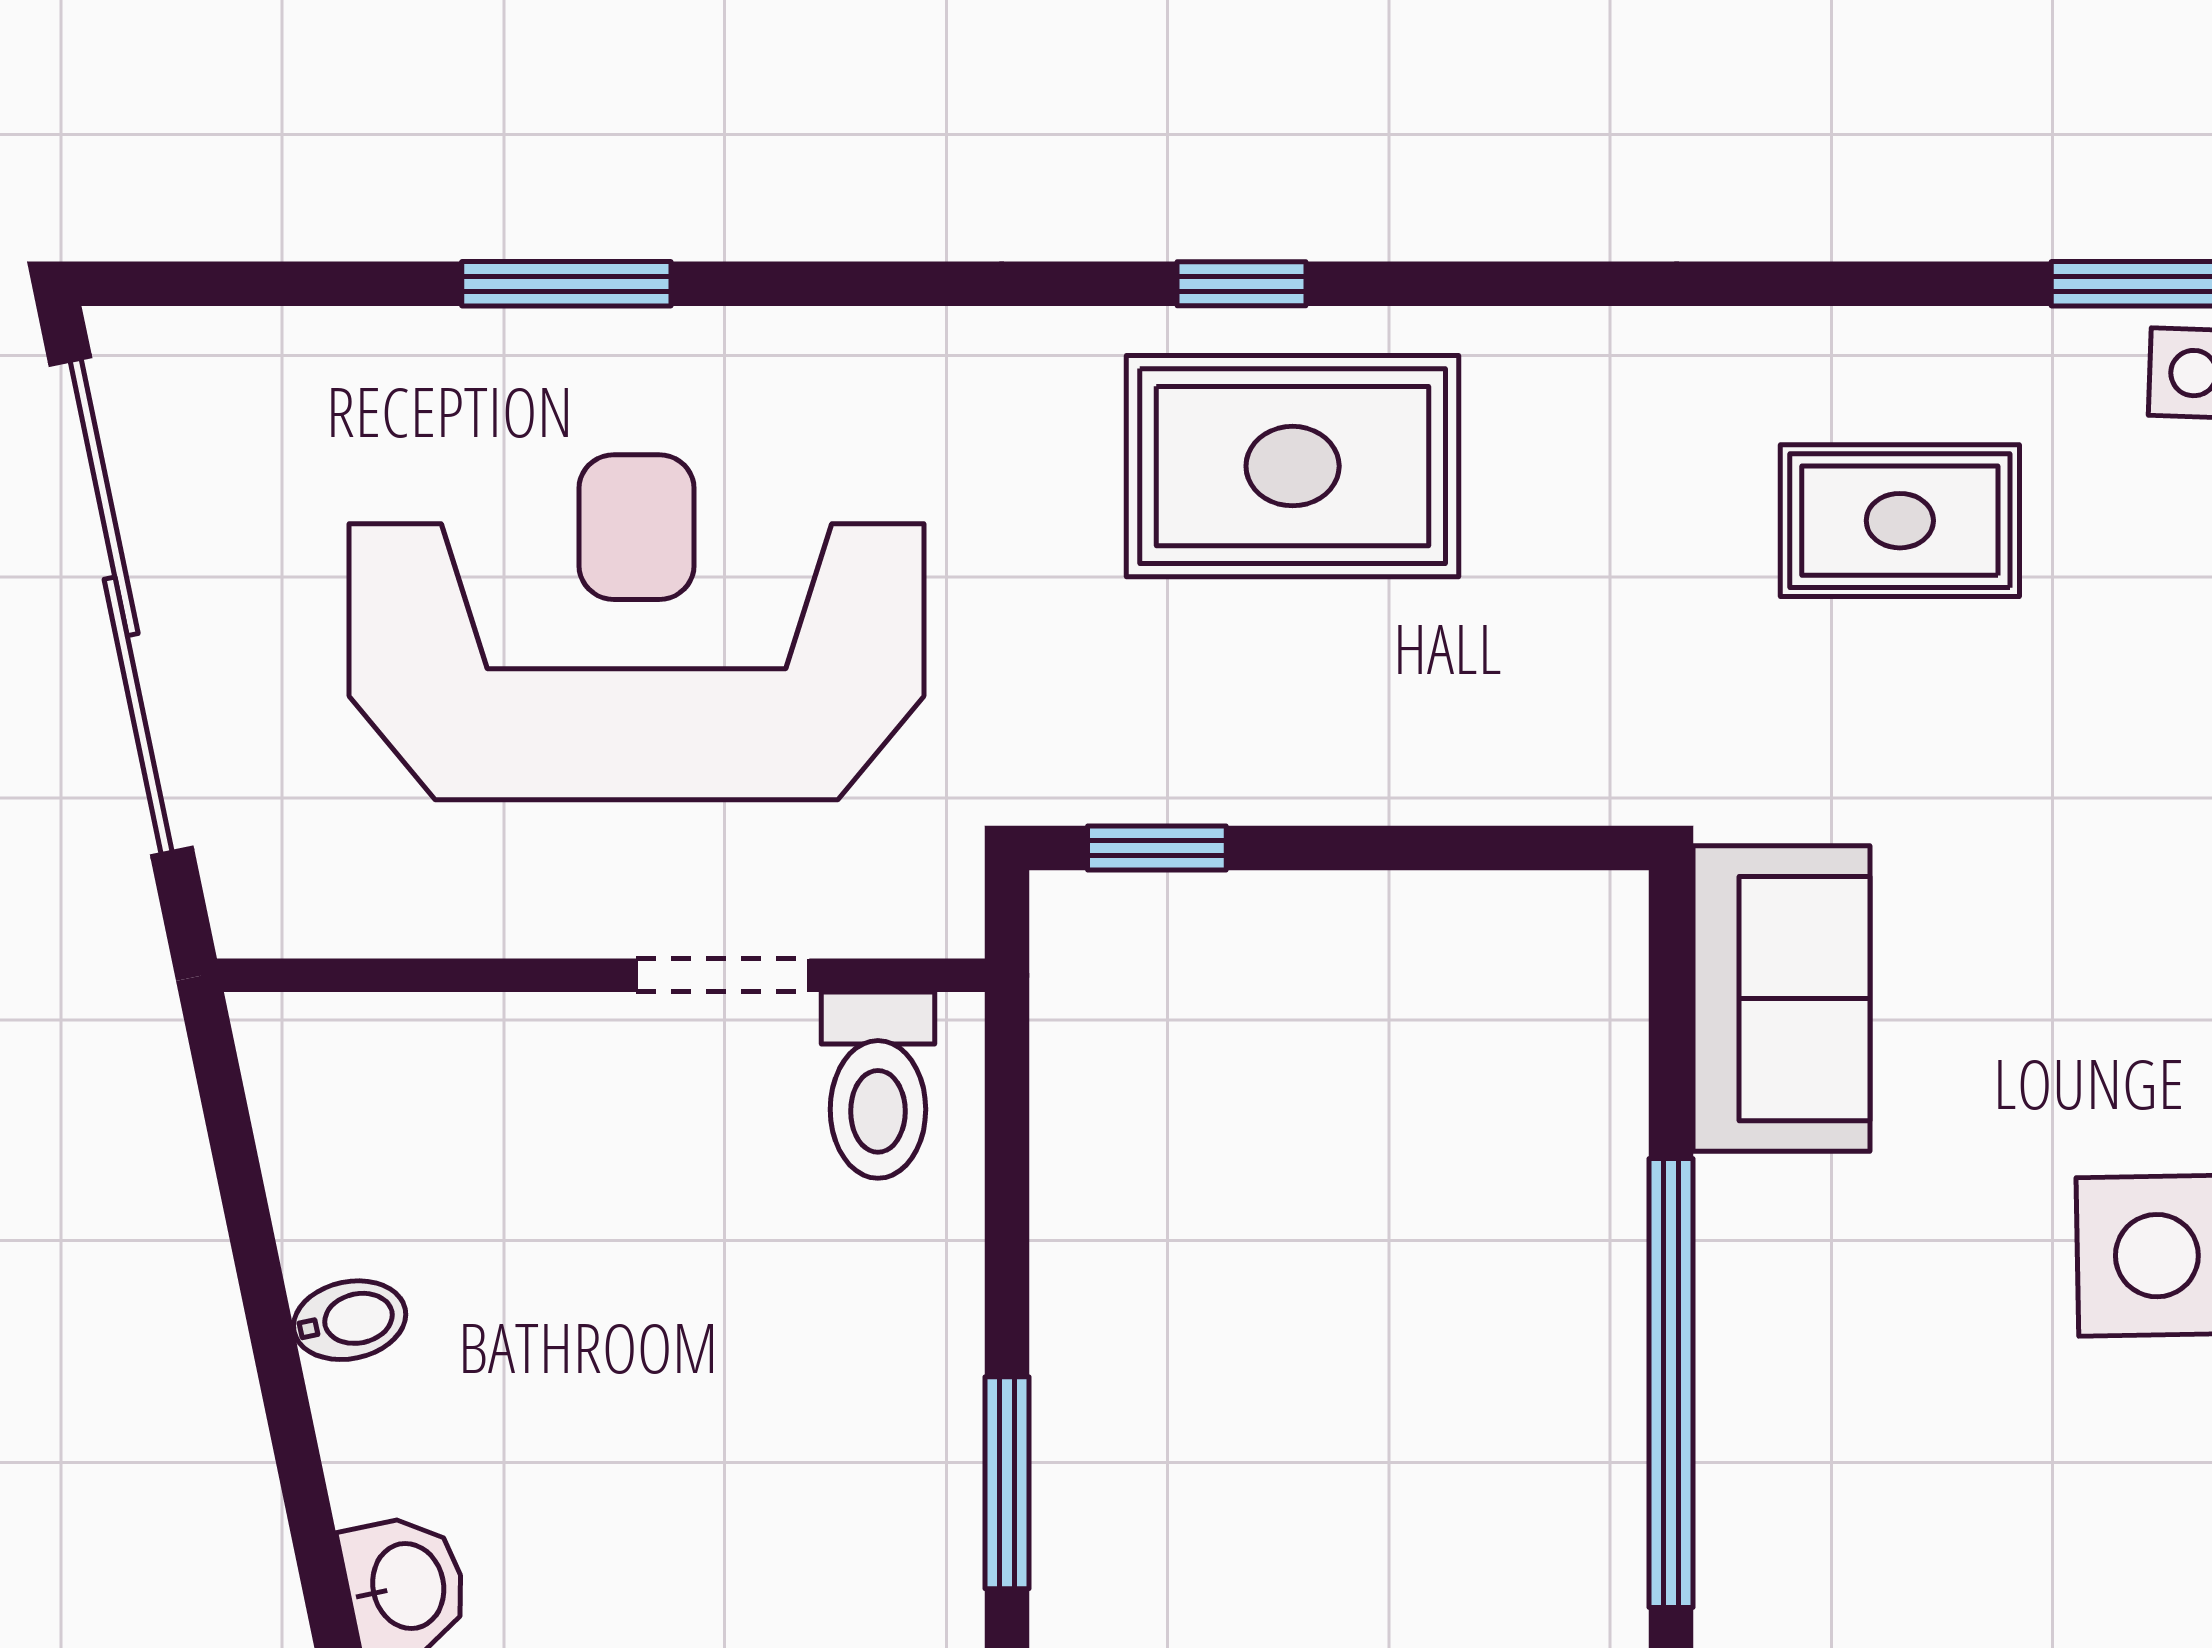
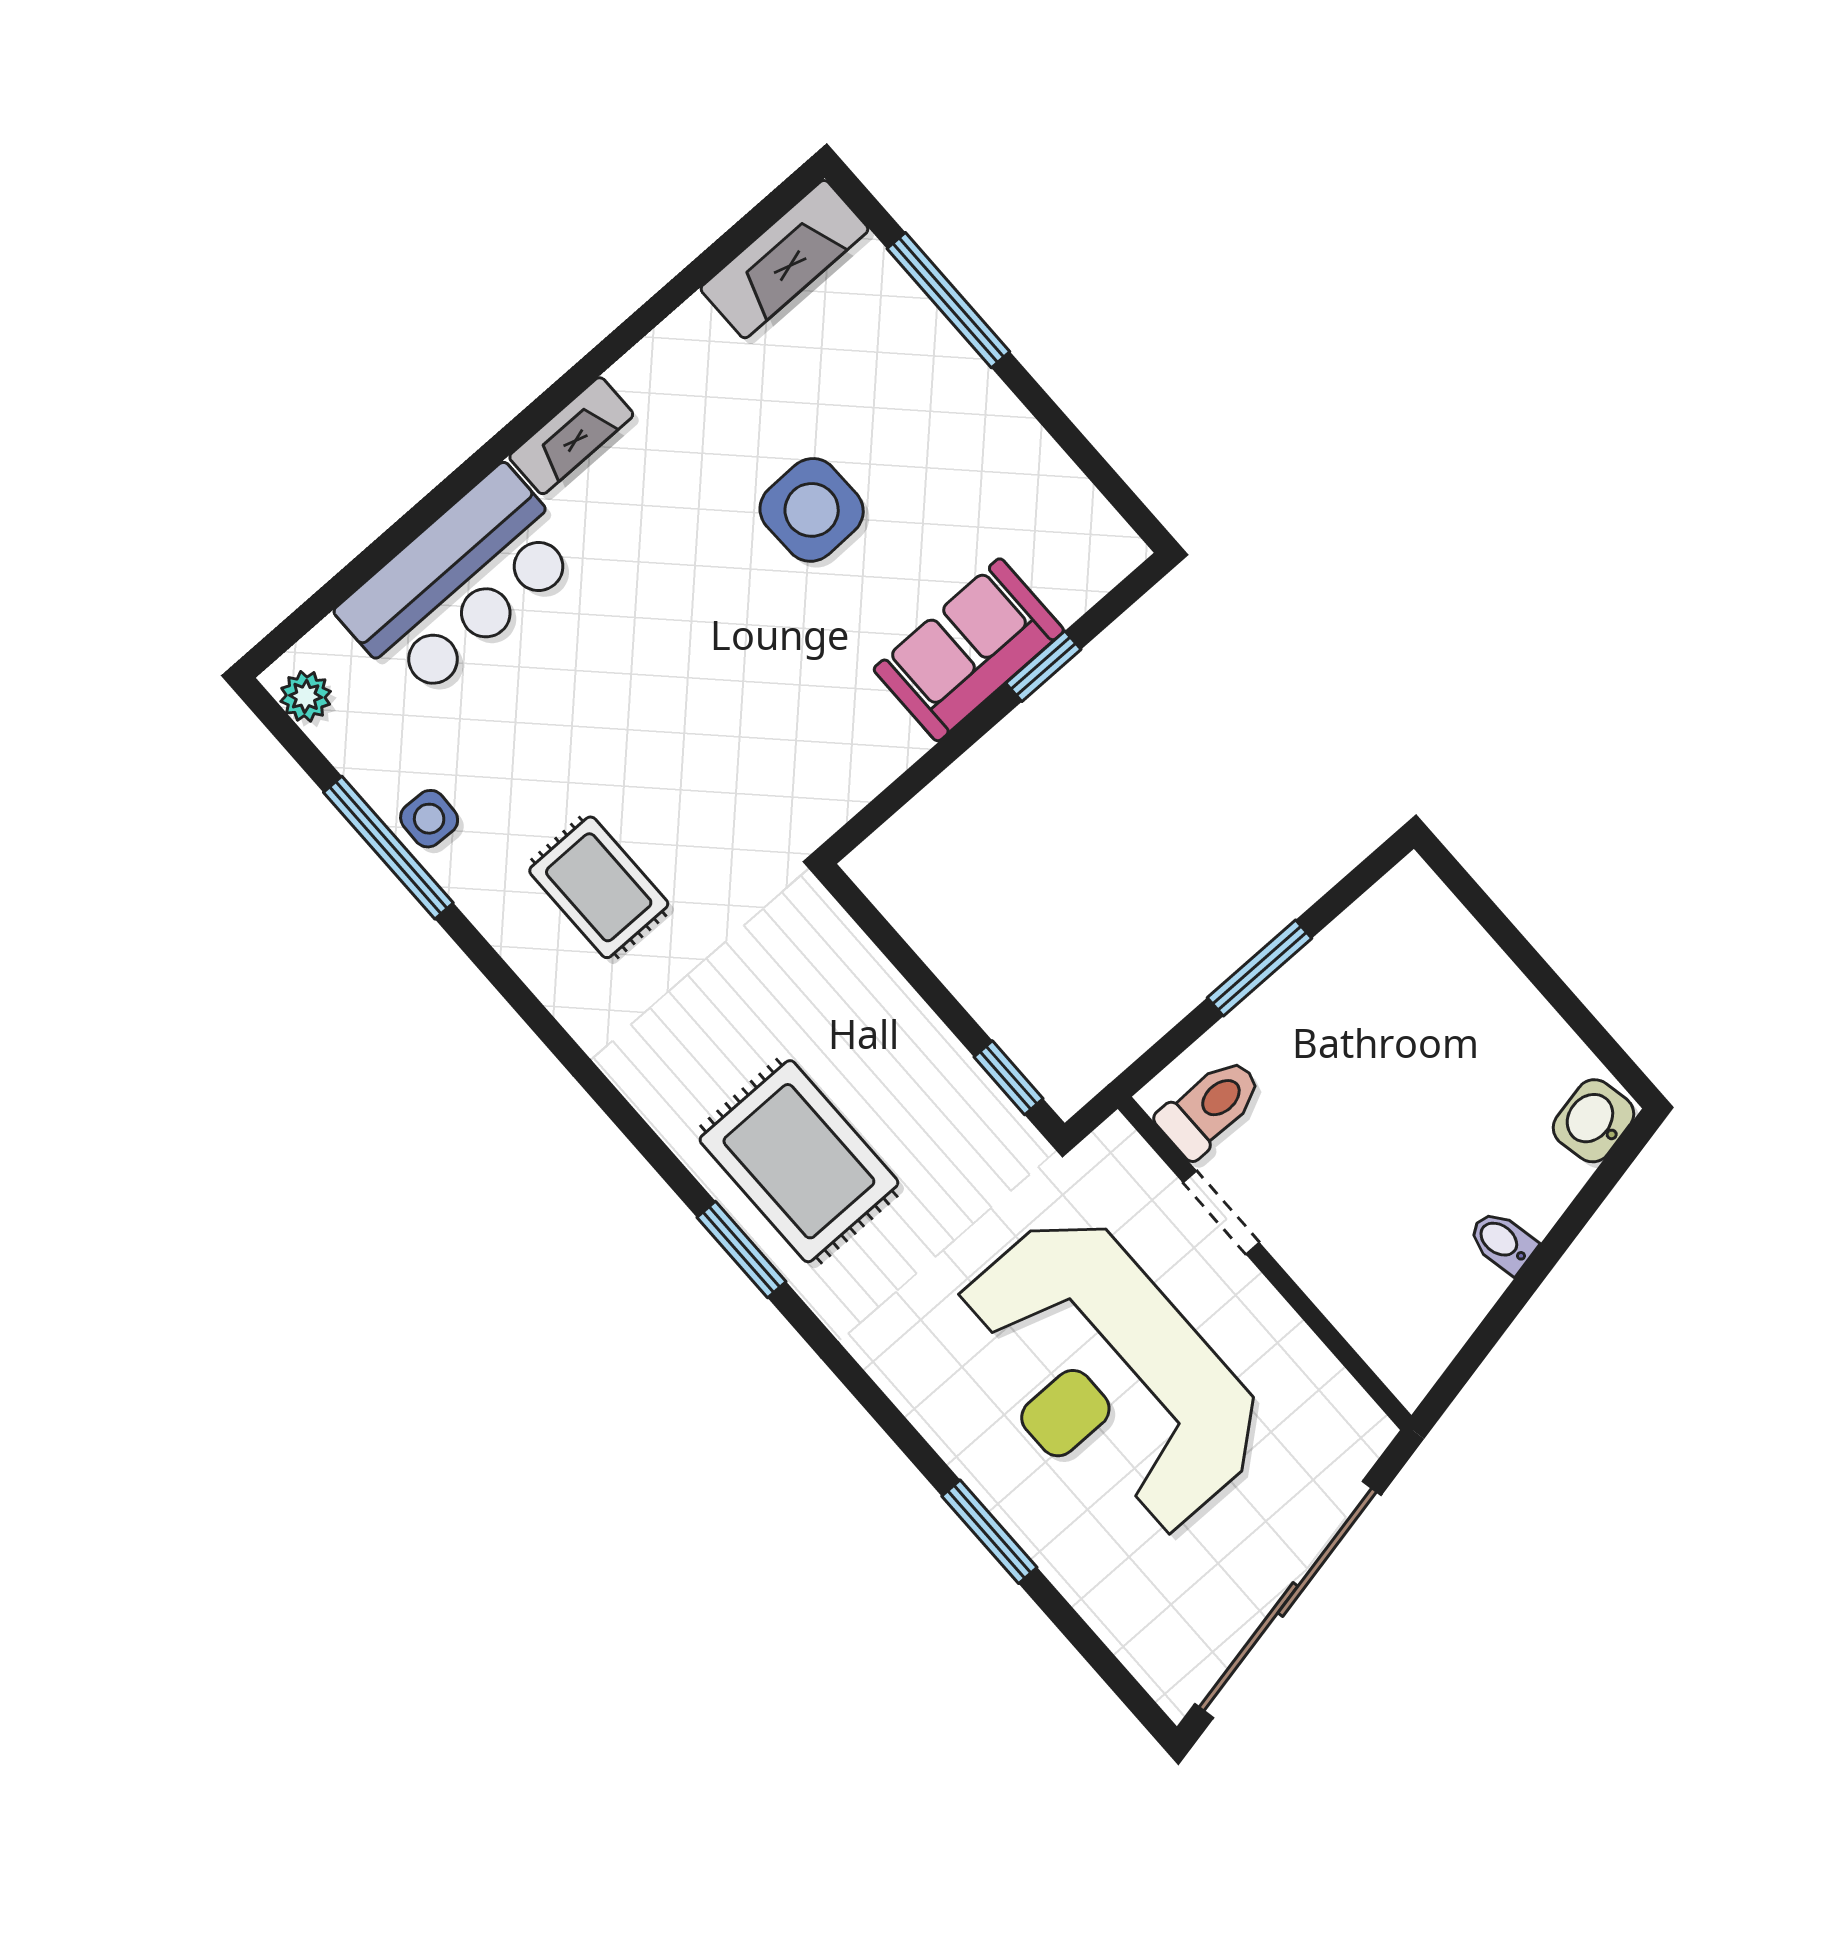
window: (1242, 284) -> (741, 1250), width x1.50
sofa: (1782, 999) -> (969, 650), moved
window: (1671, 1383) -> (1043, 666), width x0.32
window: (1007, 1483) -> (1260, 968), moved

